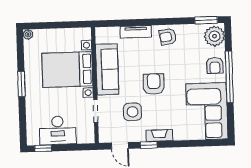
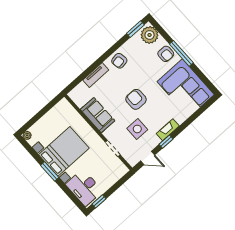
sofa: (107, 69) -> (98, 115), width x0.73
bed with nightstands: (67, 70) -> (64, 151), moved, turned 180
window: (229, 77) -> (181, 53), width x0.68
desk: (58, 130) -> (84, 188), moved, turned 90

